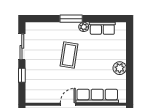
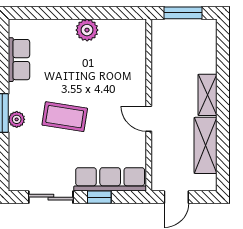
plant: (84, 27) -> (17, 119), moved
row of seats: (97, 96) -> (110, 179), moved, turned 90

